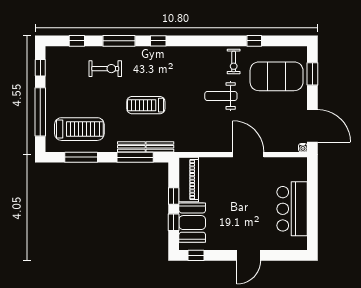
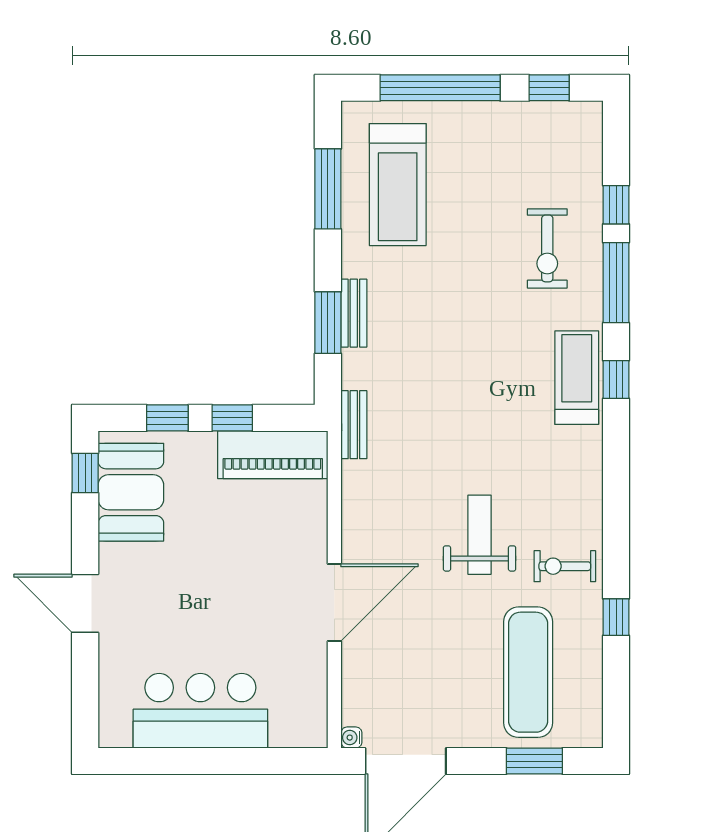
window: (77, 41) -> (616, 205), moved
exercise mat: (277, 76) -> (528, 672), width x0.68
treadmill: (146, 105) -> (577, 378), moved
bench: (160, 147) -> (354, 425), moved
window: (135, 157) -> (328, 323), width x0.69
booth: (192, 223) -> (131, 492), moved, turned 90

